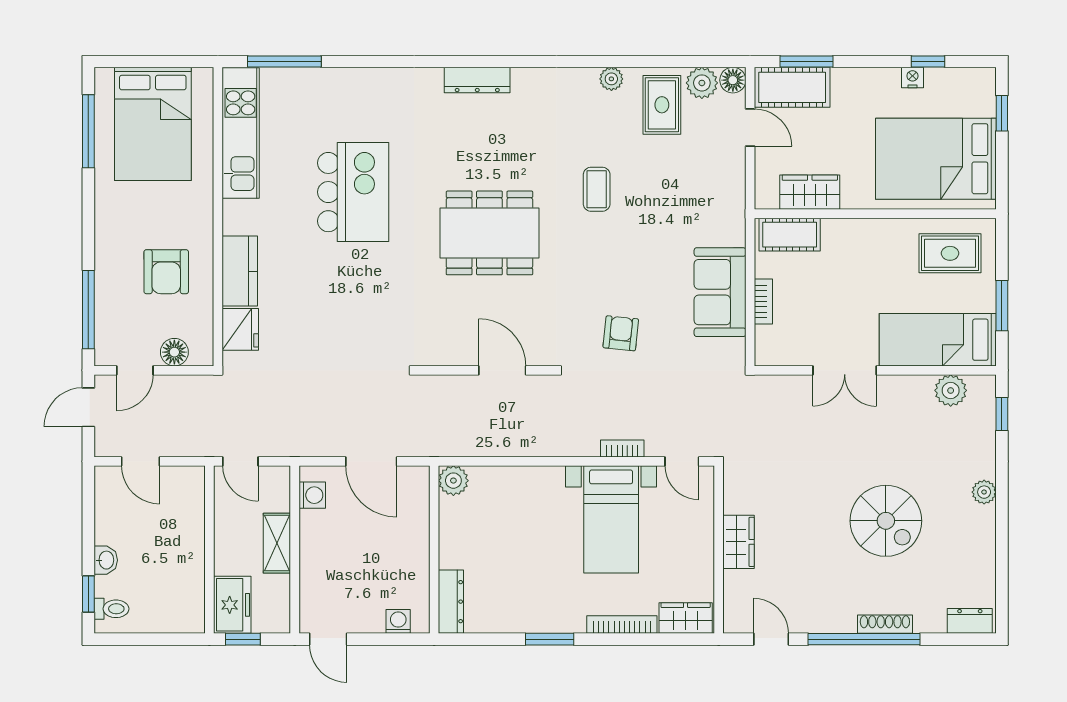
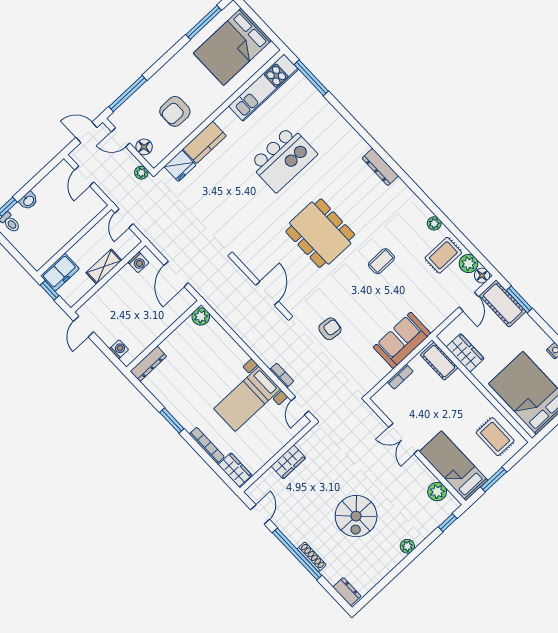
sofa: (720, 292) -> (402, 340), moved
plant: (203, 386) -> (141, 173), added

